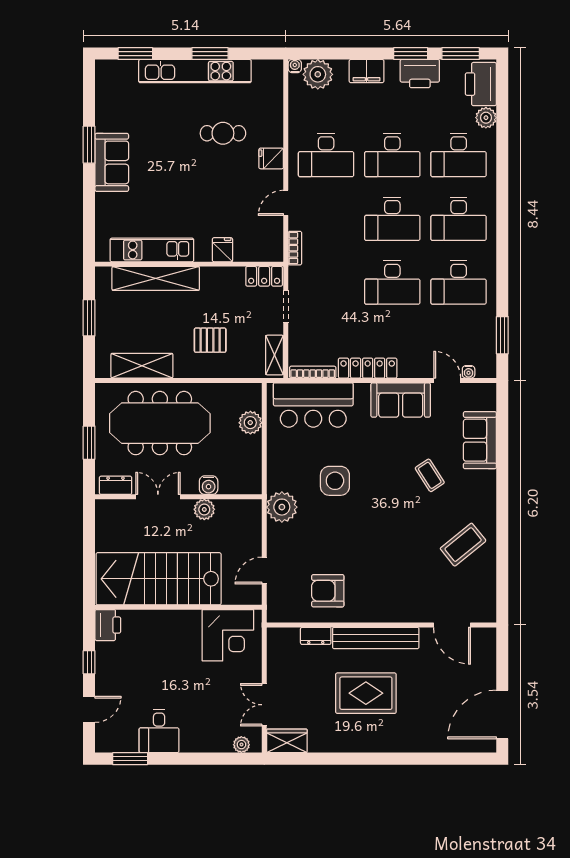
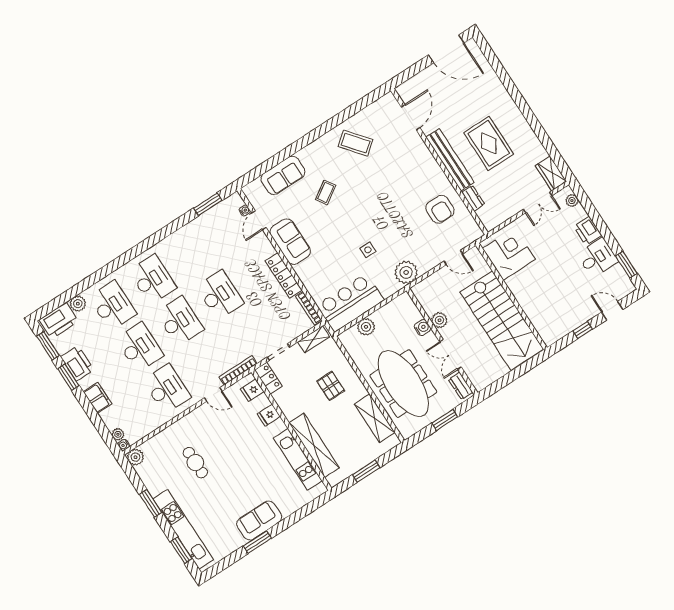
plant: (273, 70) -> (135, 457), added
kitchen unit: (195, 71) -> (183, 529), moved
plant: (318, 74) -> (118, 434), width x0.53, depth x0.53
fridge: (271, 158) -> (252, 390), moved, turned 90
bookcase: (295, 248) -> (238, 370), width x1.56
desk: (459, 283) -> (193, 253), removed
bar counter: (313, 405) -> (350, 303), moved, turned -90
side table: (335, 481) -> (368, 250), width x0.54, depth x0.54
printer: (108, 625) -> (588, 231), moved, turned -90

